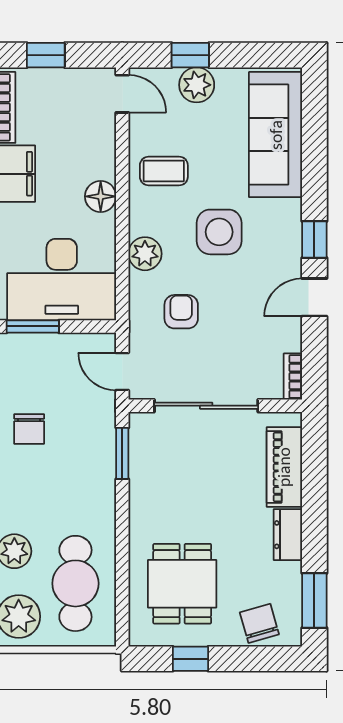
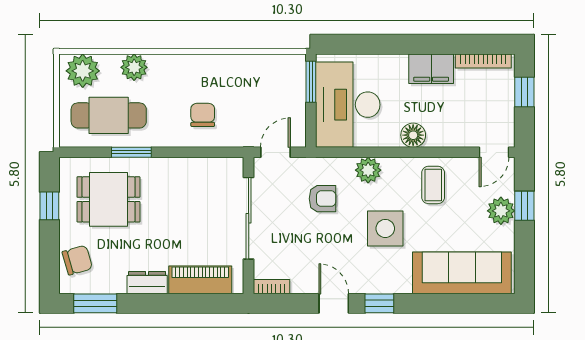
chair: (29, 429) -> (203, 115), moved, turned 90
window: (122, 453) -> (131, 152), moved

